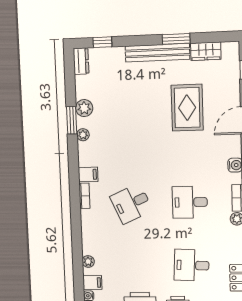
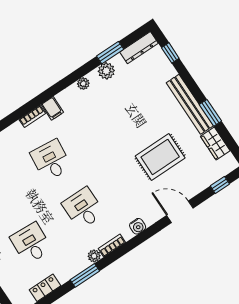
dresser: (81, 61) -> (139, 48), width x1.44
window: (72, 120) -> (110, 53), moved
desk: (131, 204) -> (51, 160), turned 30

